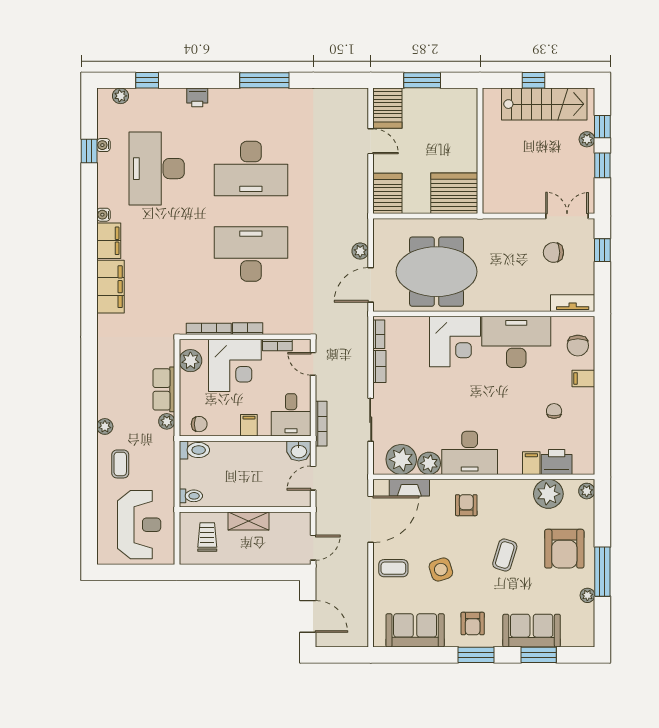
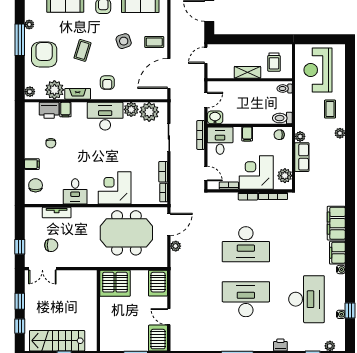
plant: (587, 139) -> (30, 318), removed
tv unit: (573, 303) -> (57, 213), moved
desk: (516, 342) -> (75, 191), width x0.53, depth x0.77
fireplace: (409, 488) -> (78, 94), moved

